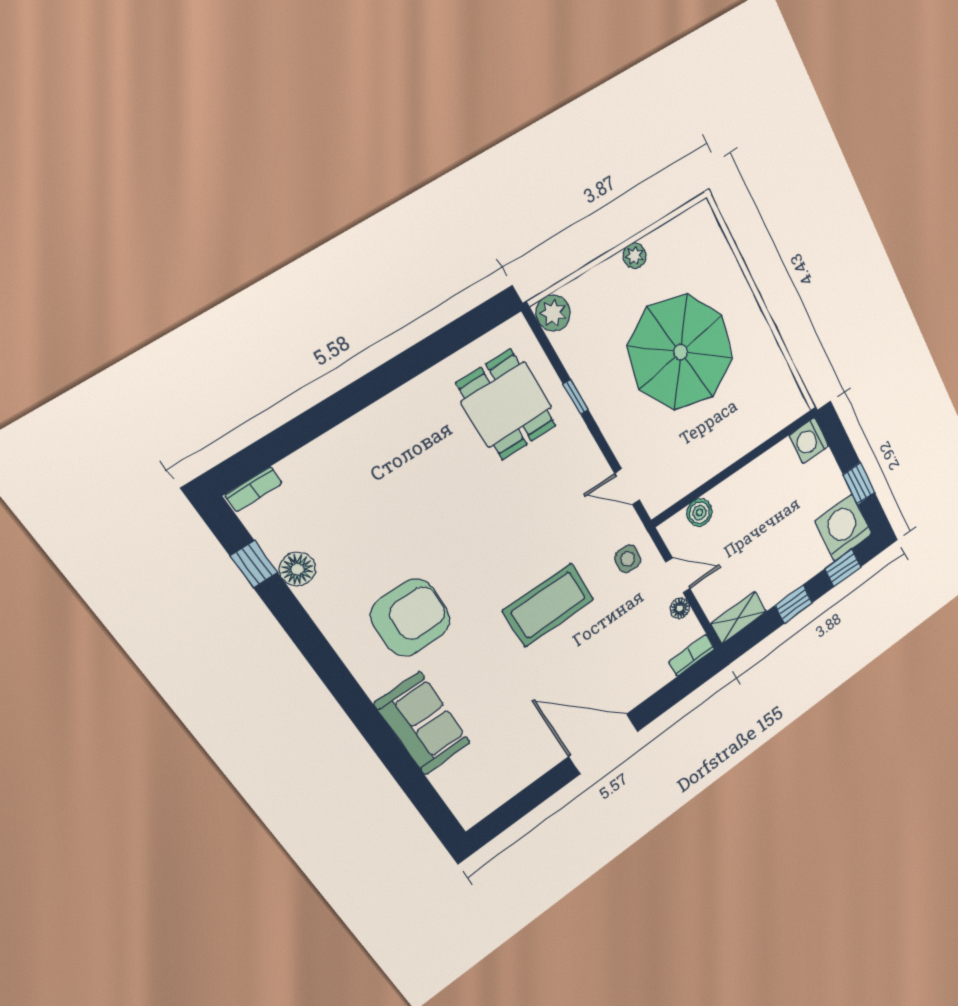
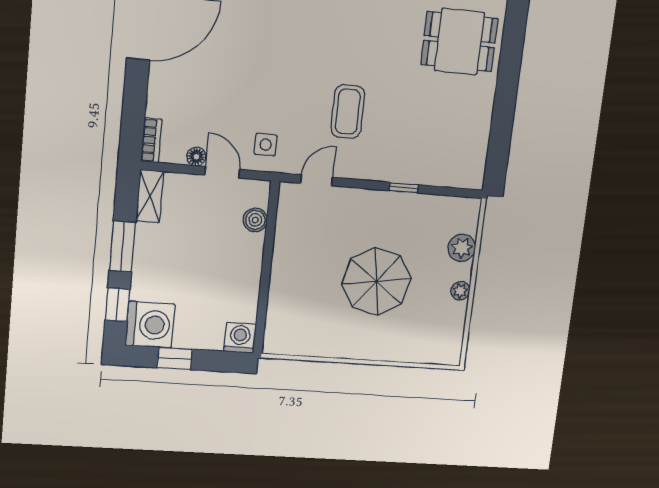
plant: (553, 313) -> (462, 248), moved
parasol: (681, 352) -> (376, 281), width x0.73, depth x0.73
dining table: (507, 405) -> (459, 42), moved
door: (678, 576) -> (222, 172), swing flipped
window: (794, 604) -> (122, 246), width x1.50
coffee table: (548, 605) -> (348, 112), moved, width x0.73, depth x0.76

